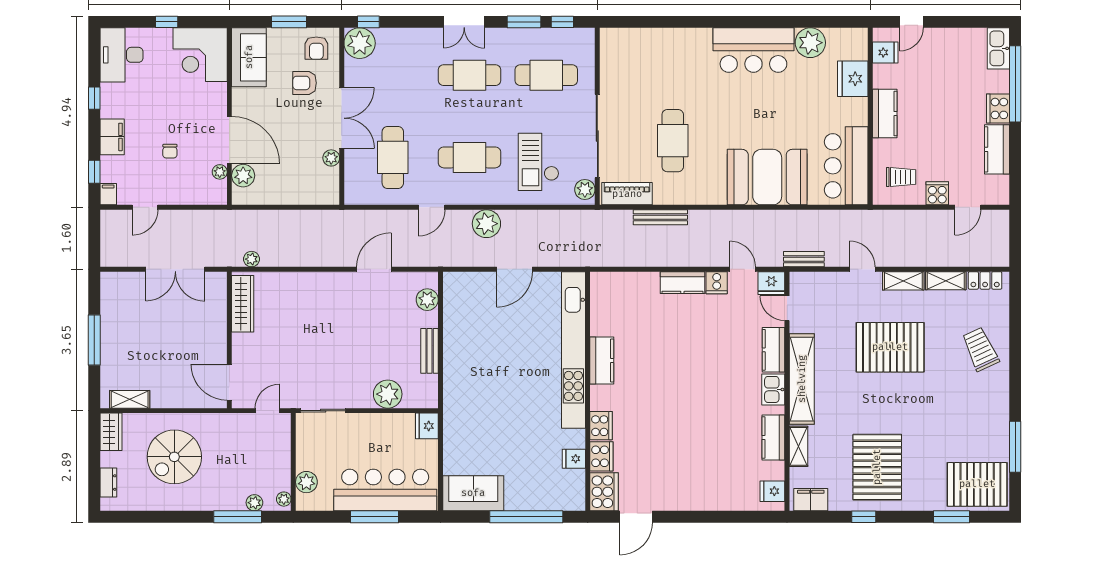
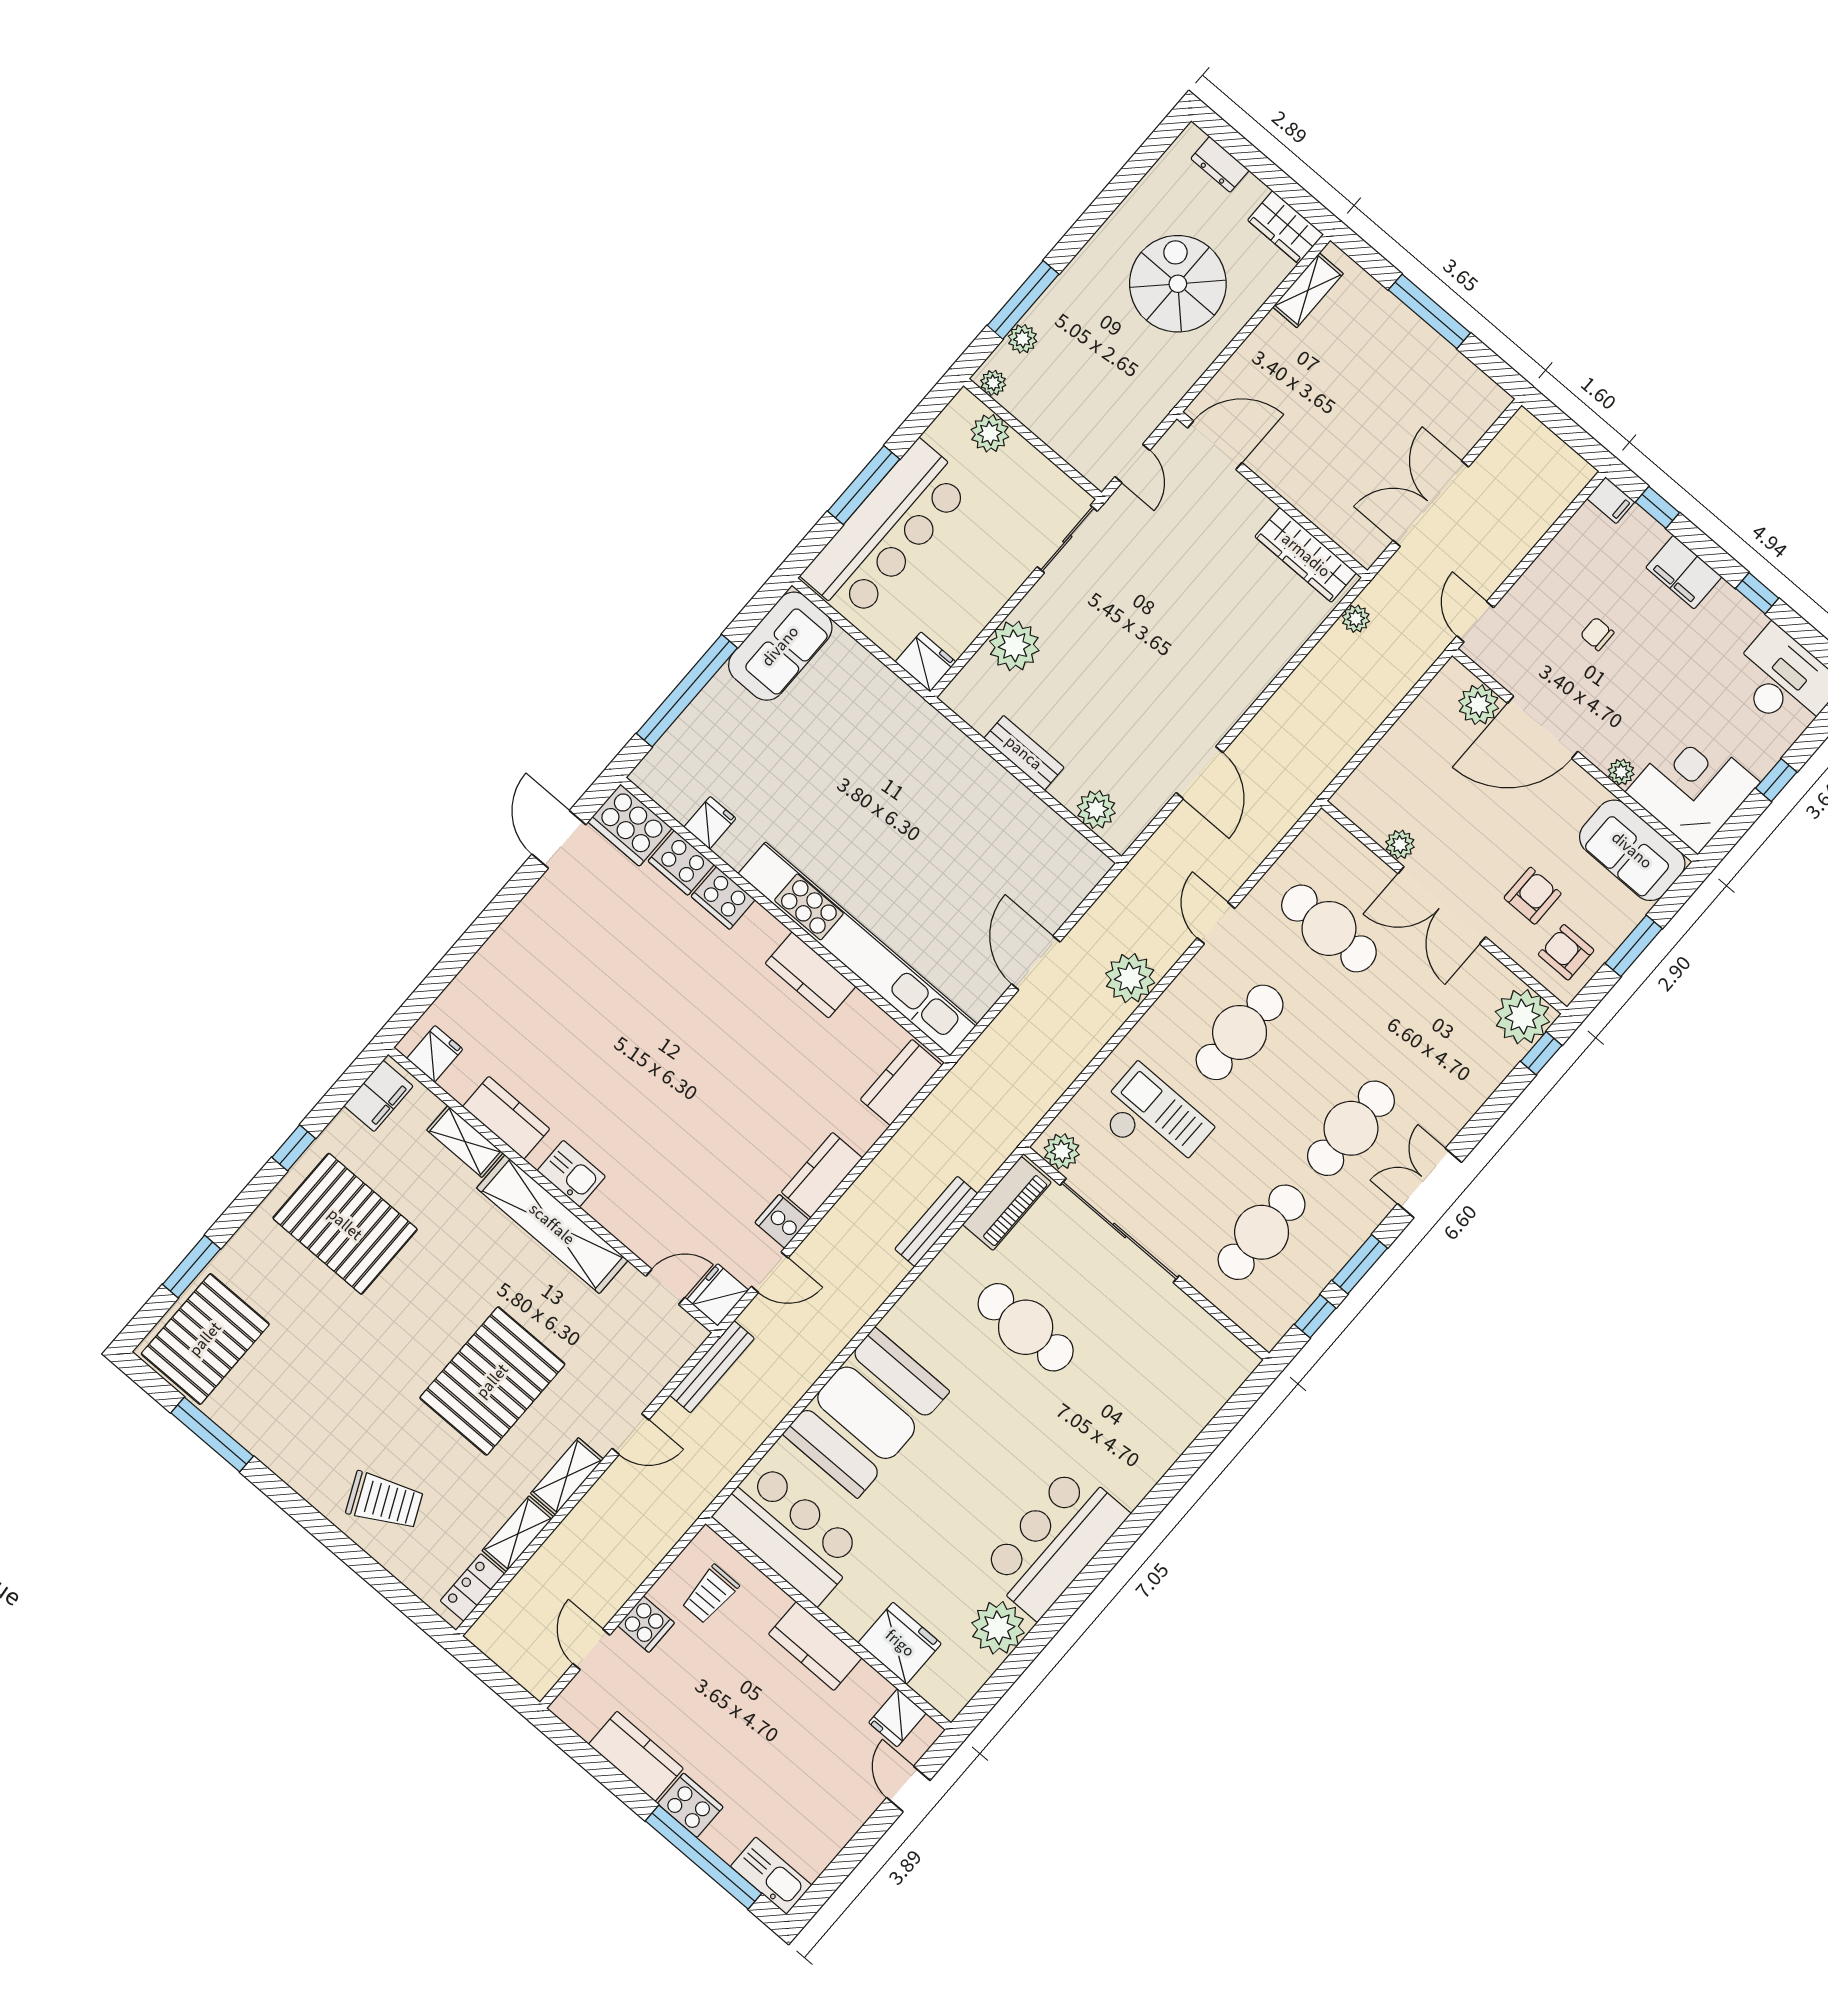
plant: (220, 172) -> (1621, 772), moved
door: (145, 207) -> (1475, 622), moved
bench: (804, 259) -> (712, 1367), width x1.36
kitchen counter: (774, 350) -> (901, 1082), moved, turned -90

